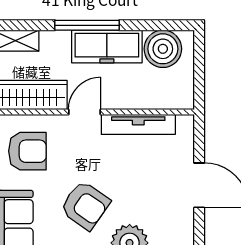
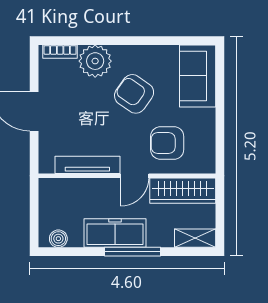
boiler: (163, 49) -> (58, 239), width x0.54, depth x0.54
armchair: (27, 151) -> (167, 143), moved

